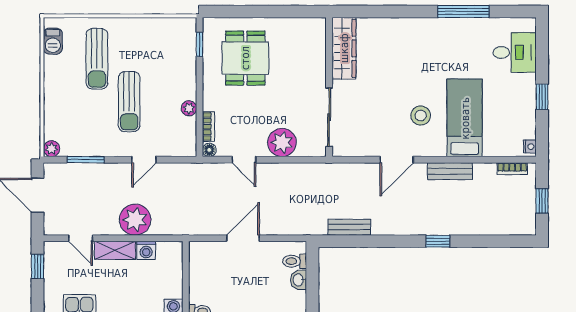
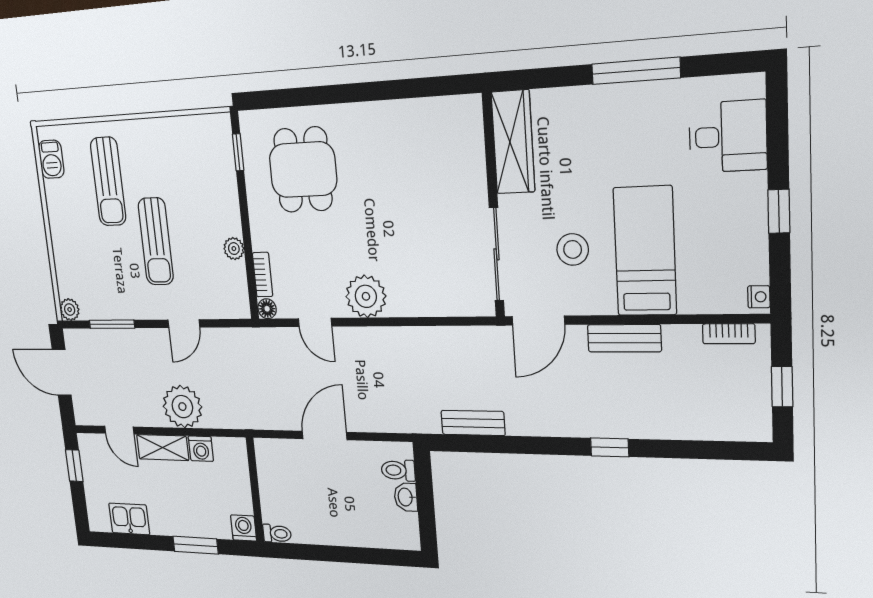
wardrobe: (344, 48) -> (513, 142), moved
wall: (329, 87) -> (493, 206), moved
sliding door: (329, 117) -> (496, 254), moved

